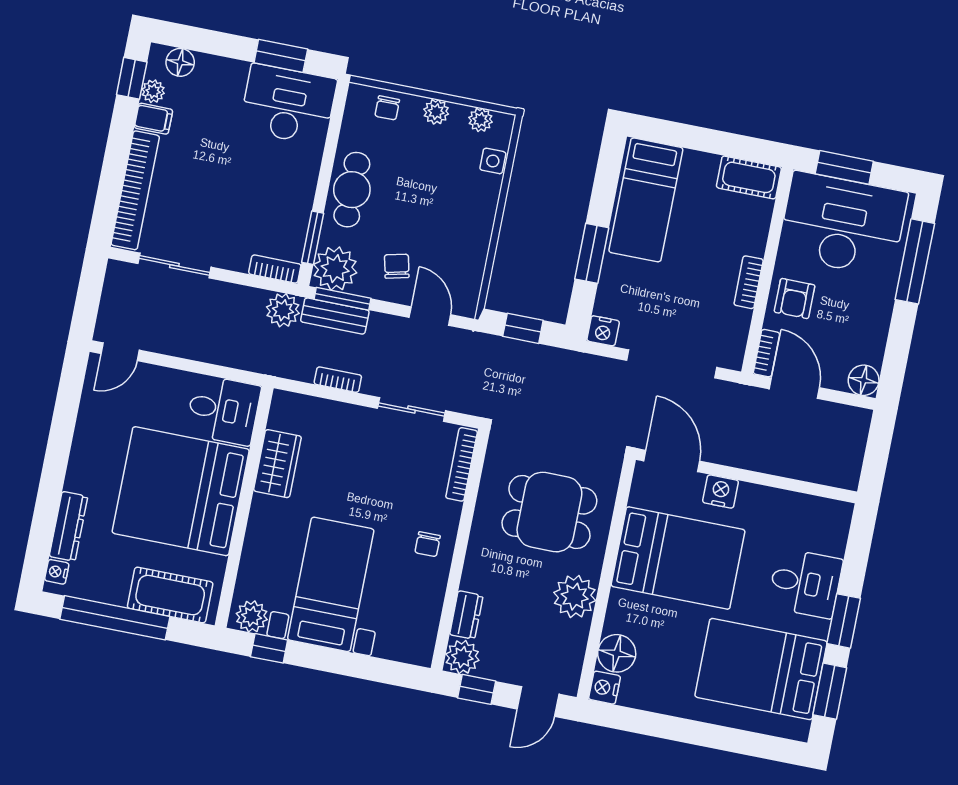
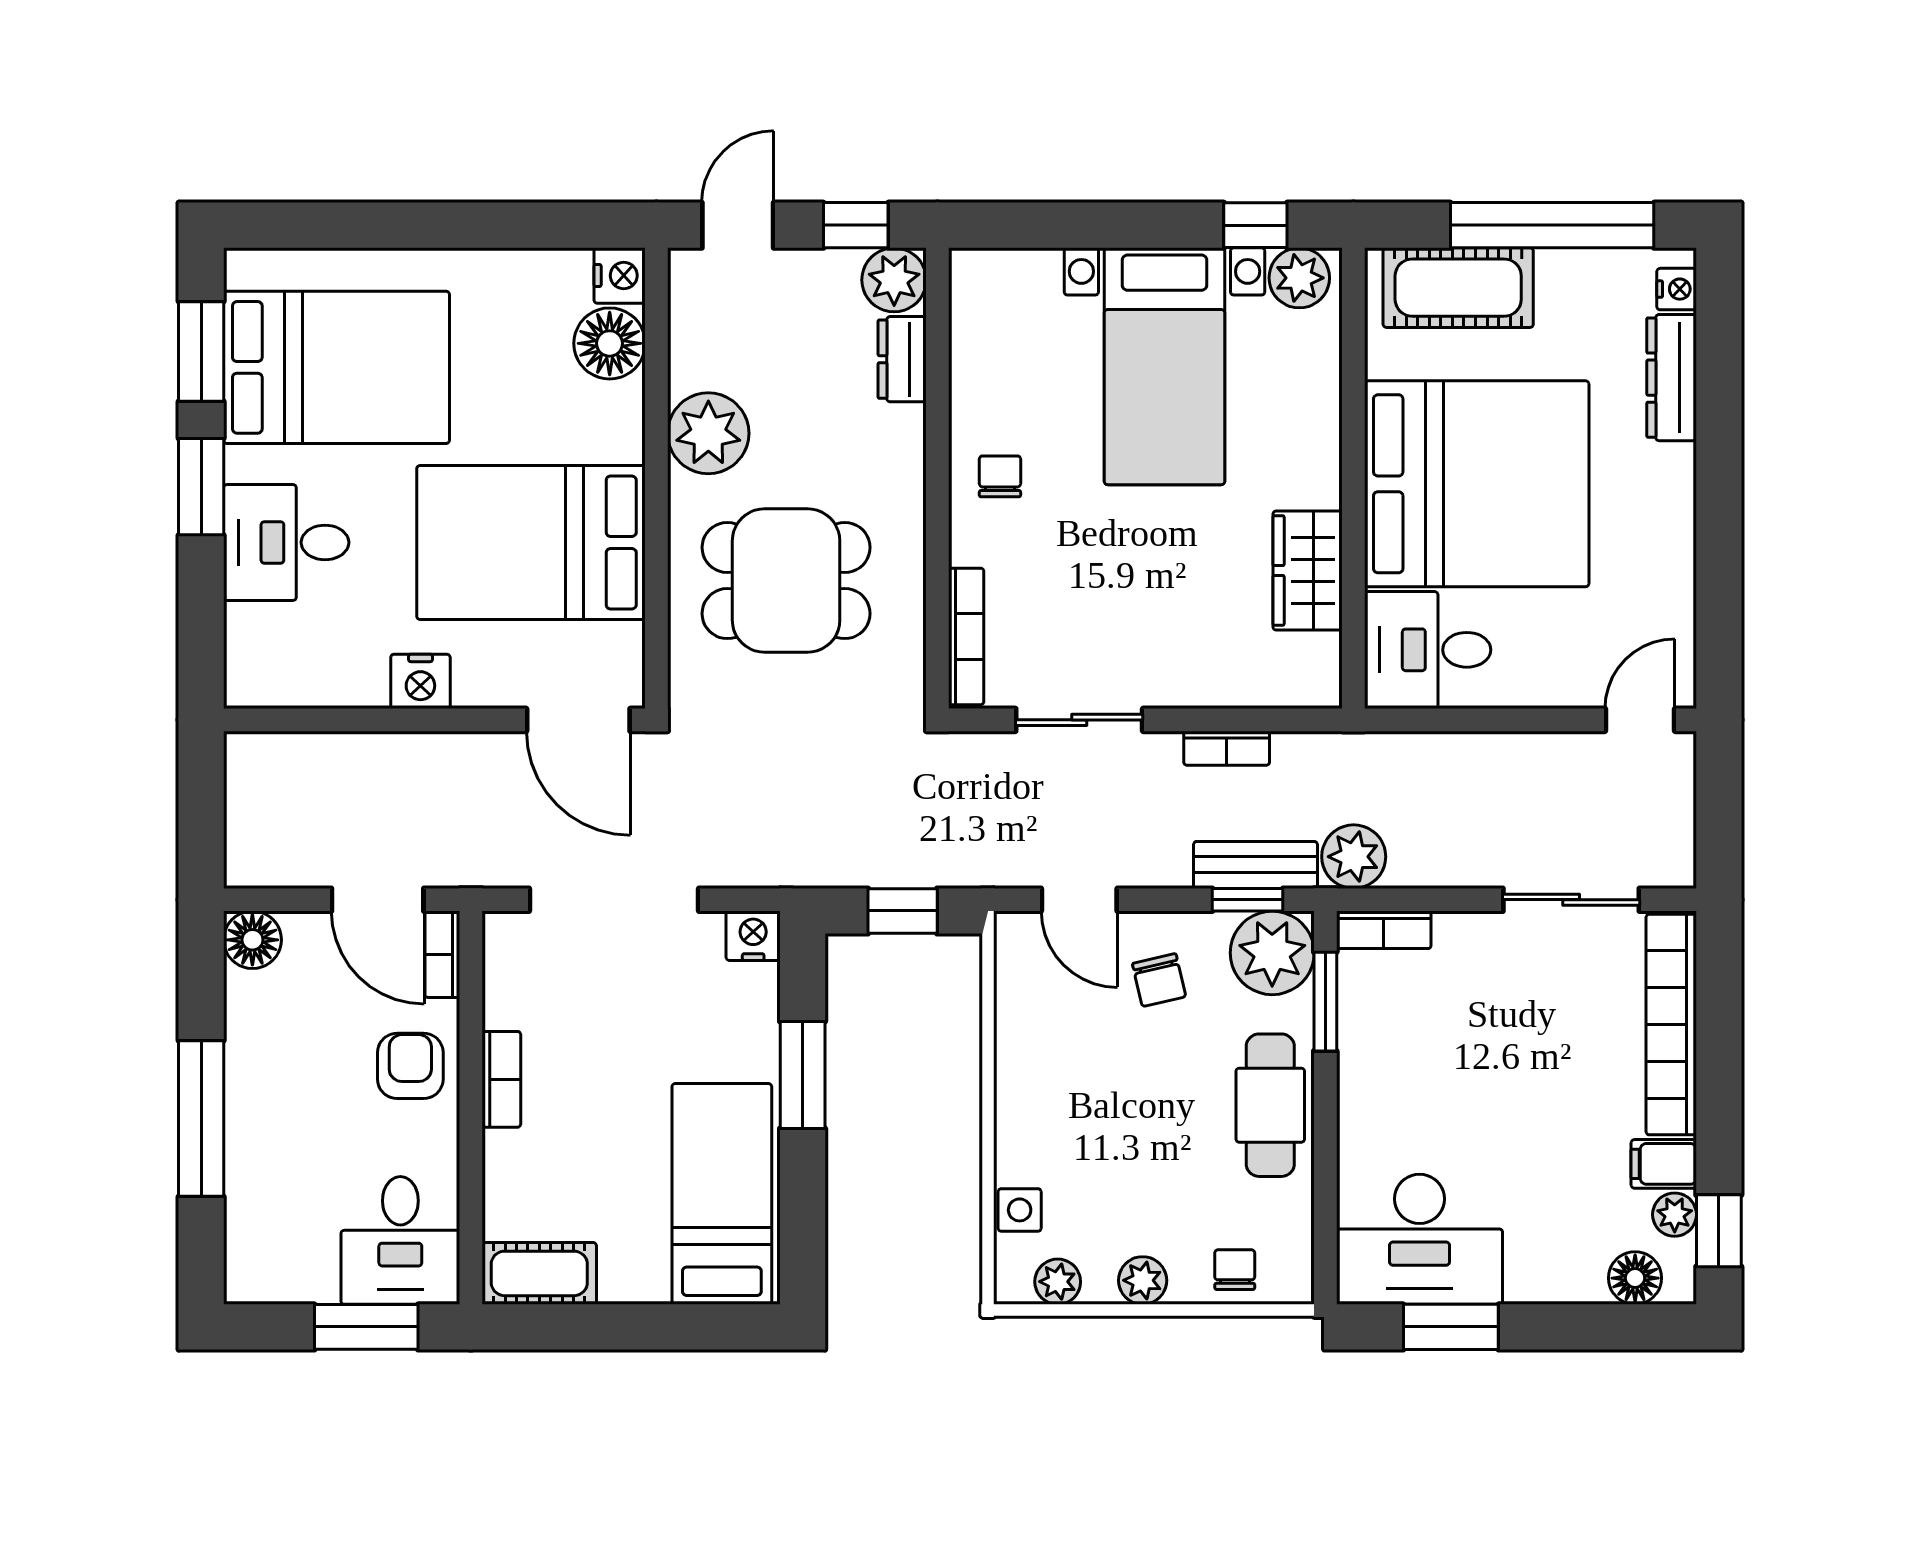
desk: (843, 224) -> (400, 1240), width x0.53, depth x0.77
window: (915, 261) -> (201, 1119), moved
window: (342, 299) -> (1248, 900), width x0.67
nightstand: (721, 491) -> (420, 681), moved

